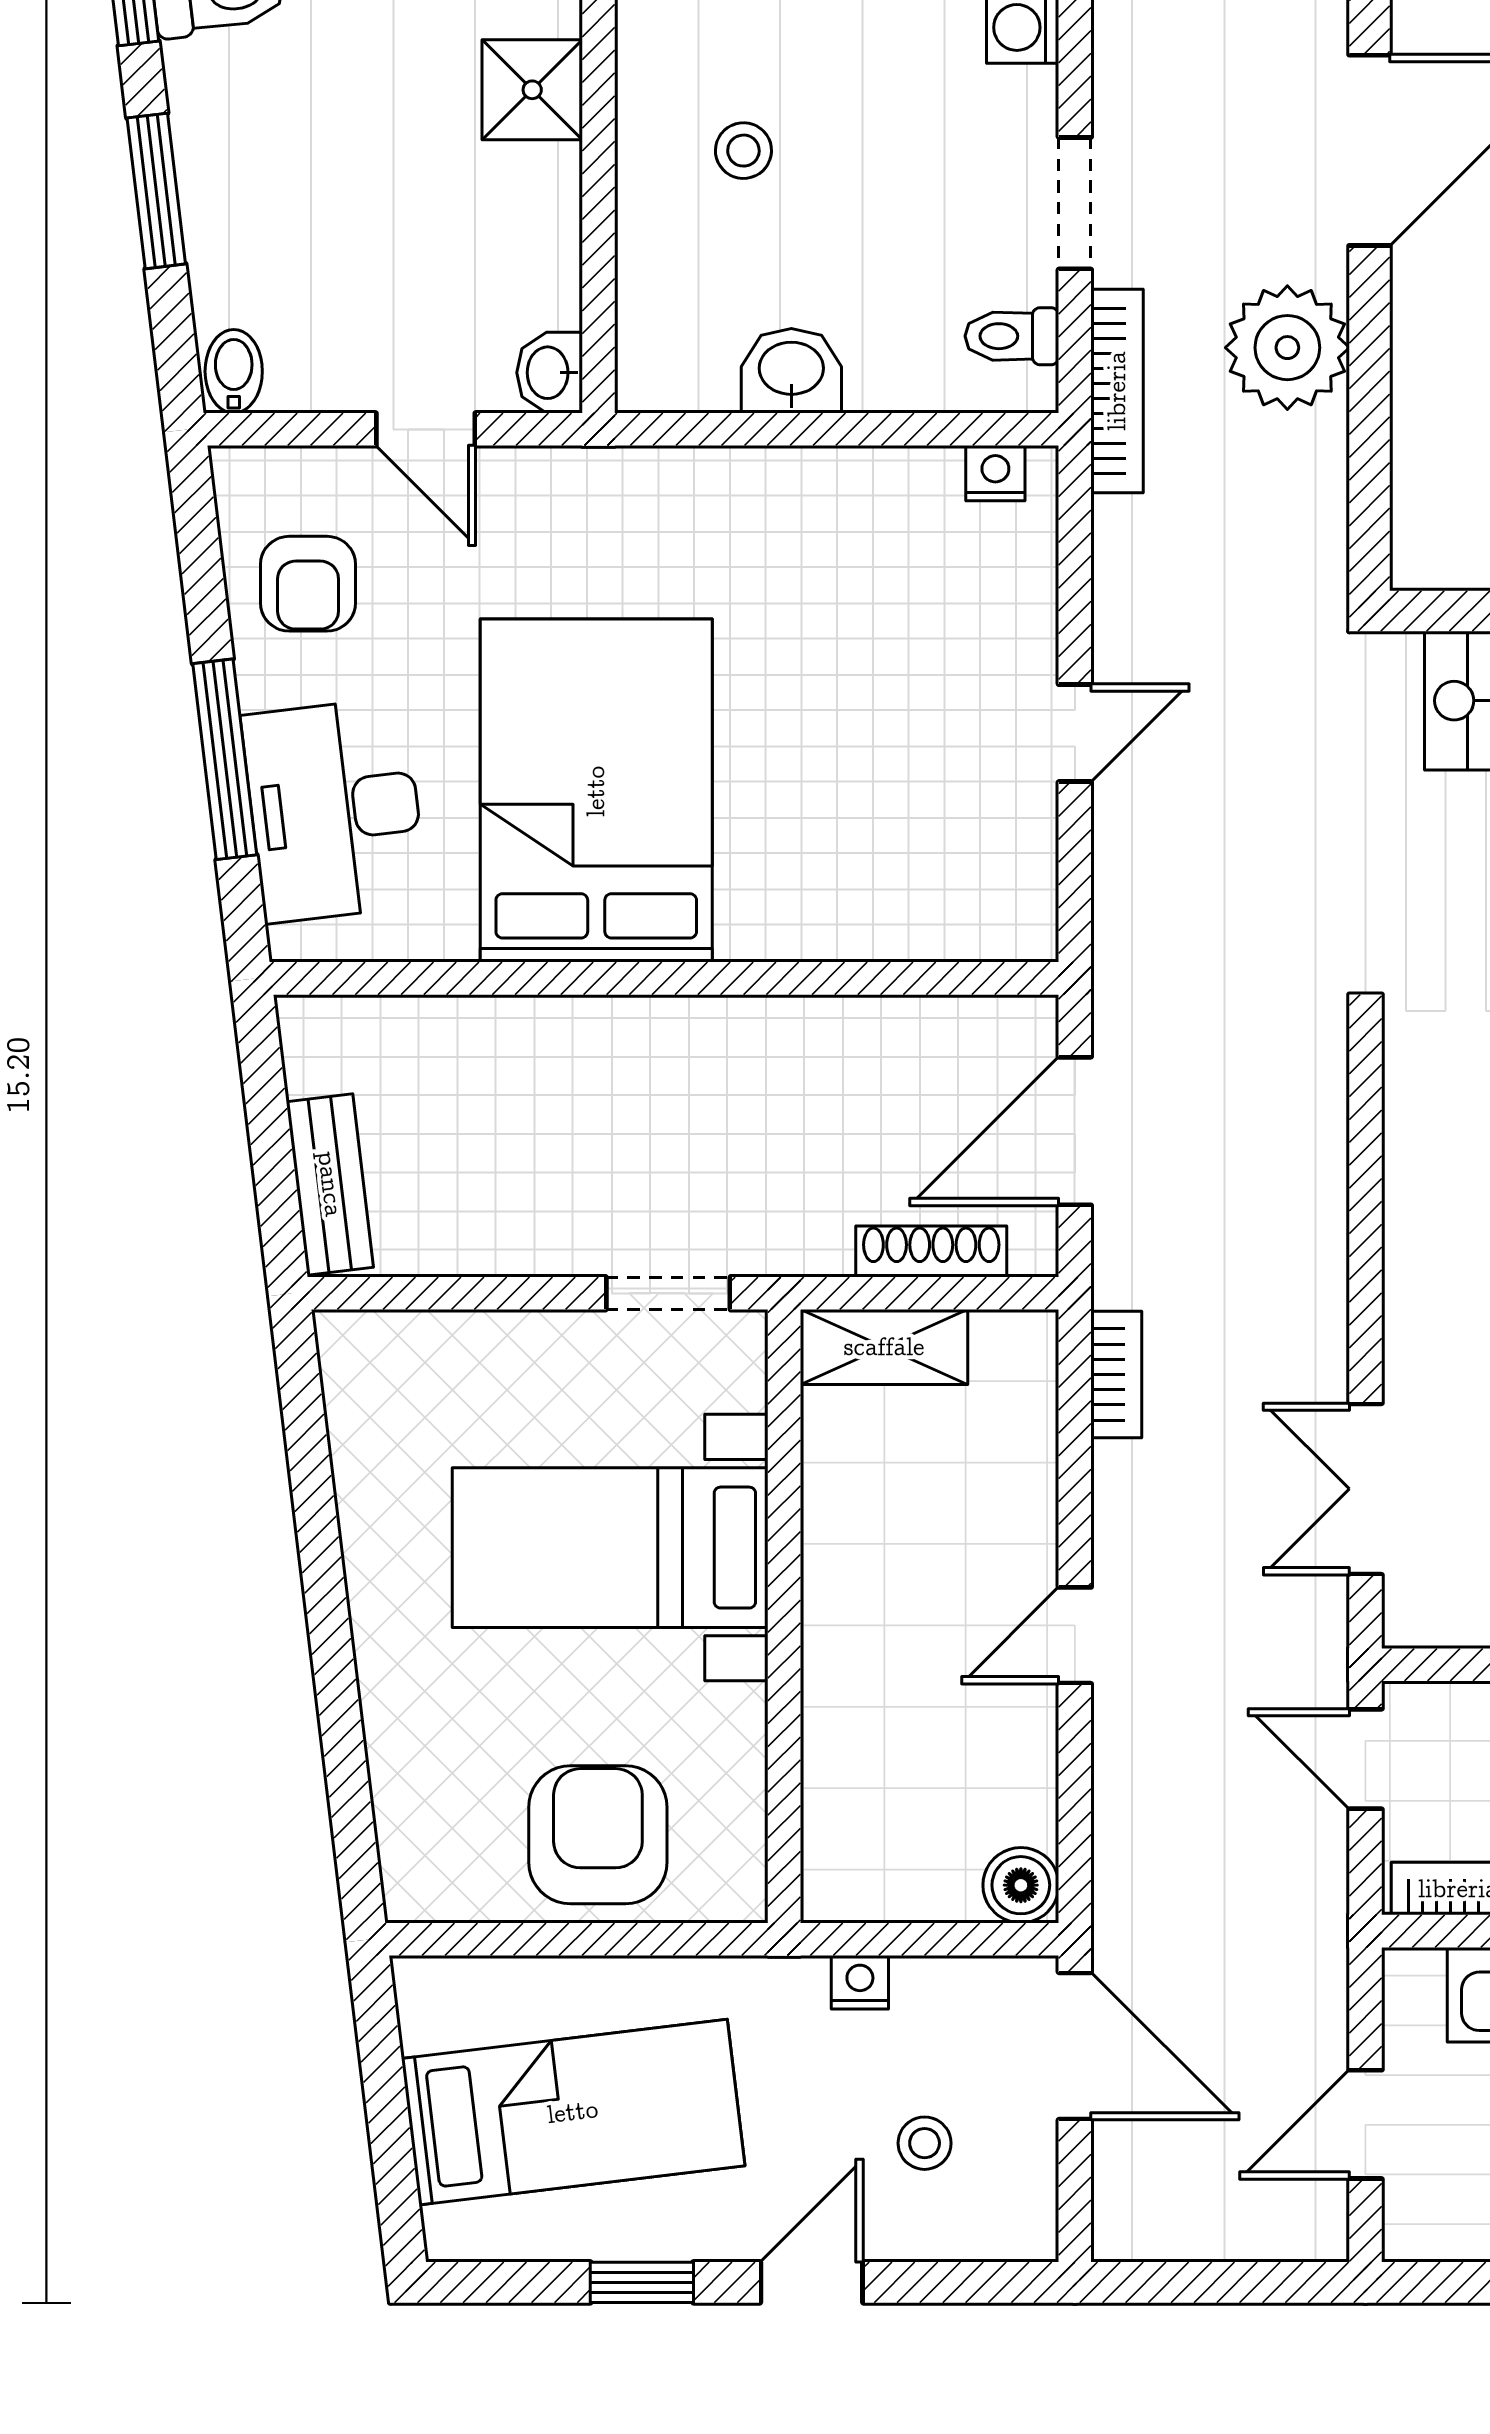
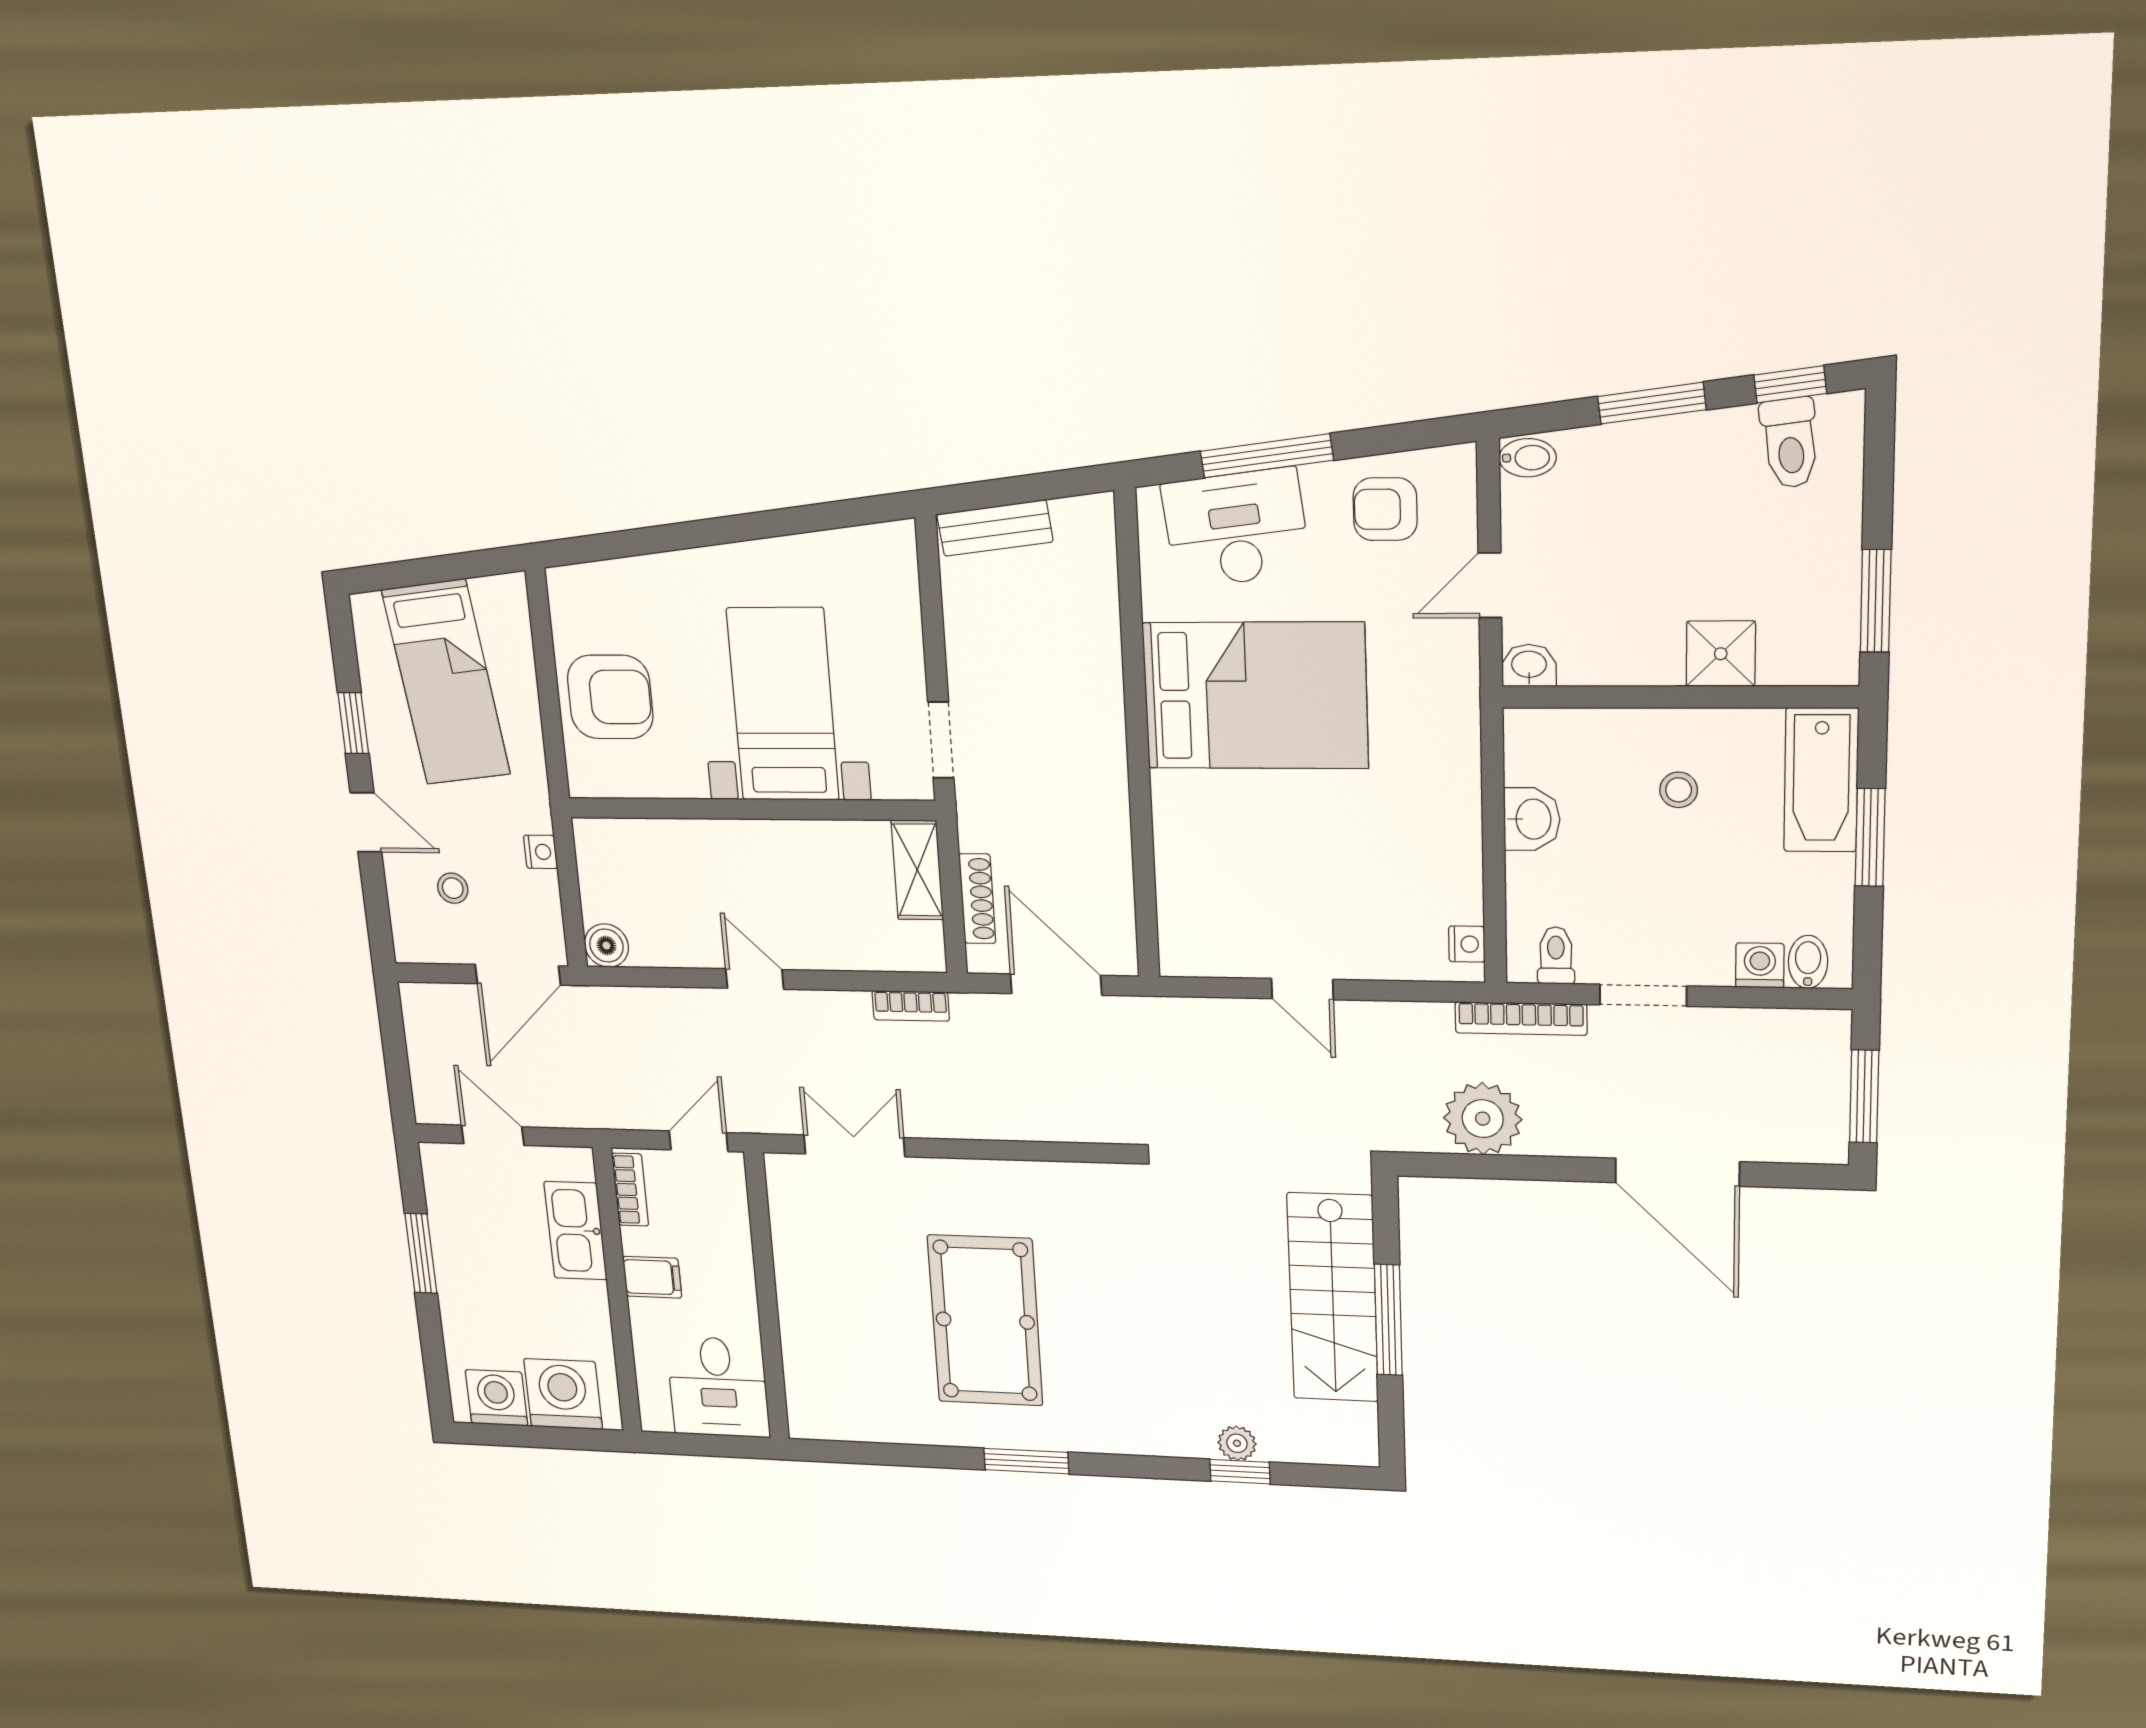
plant: (1287, 348) -> (1483, 1119), moved

